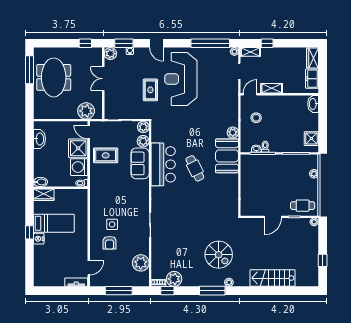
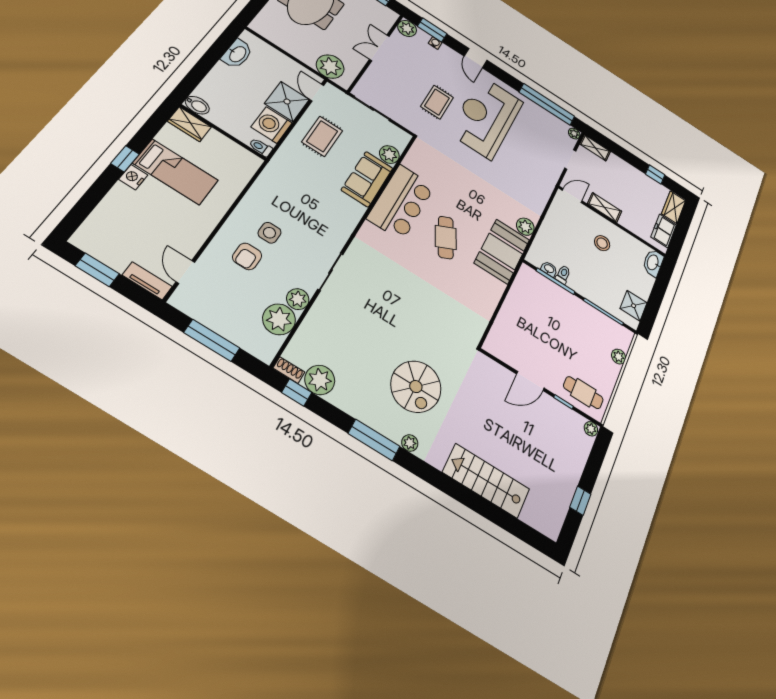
window: (267, 43) -> (655, 175), moved
stool: (256, 118) -> (602, 243), moved
plant: (143, 127) -> (298, 299), moved
rug: (106, 155) -> (322, 136), turned 90
door: (89, 268) -> (185, 272), swing flipped
window: (54, 291) -> (97, 270), added

